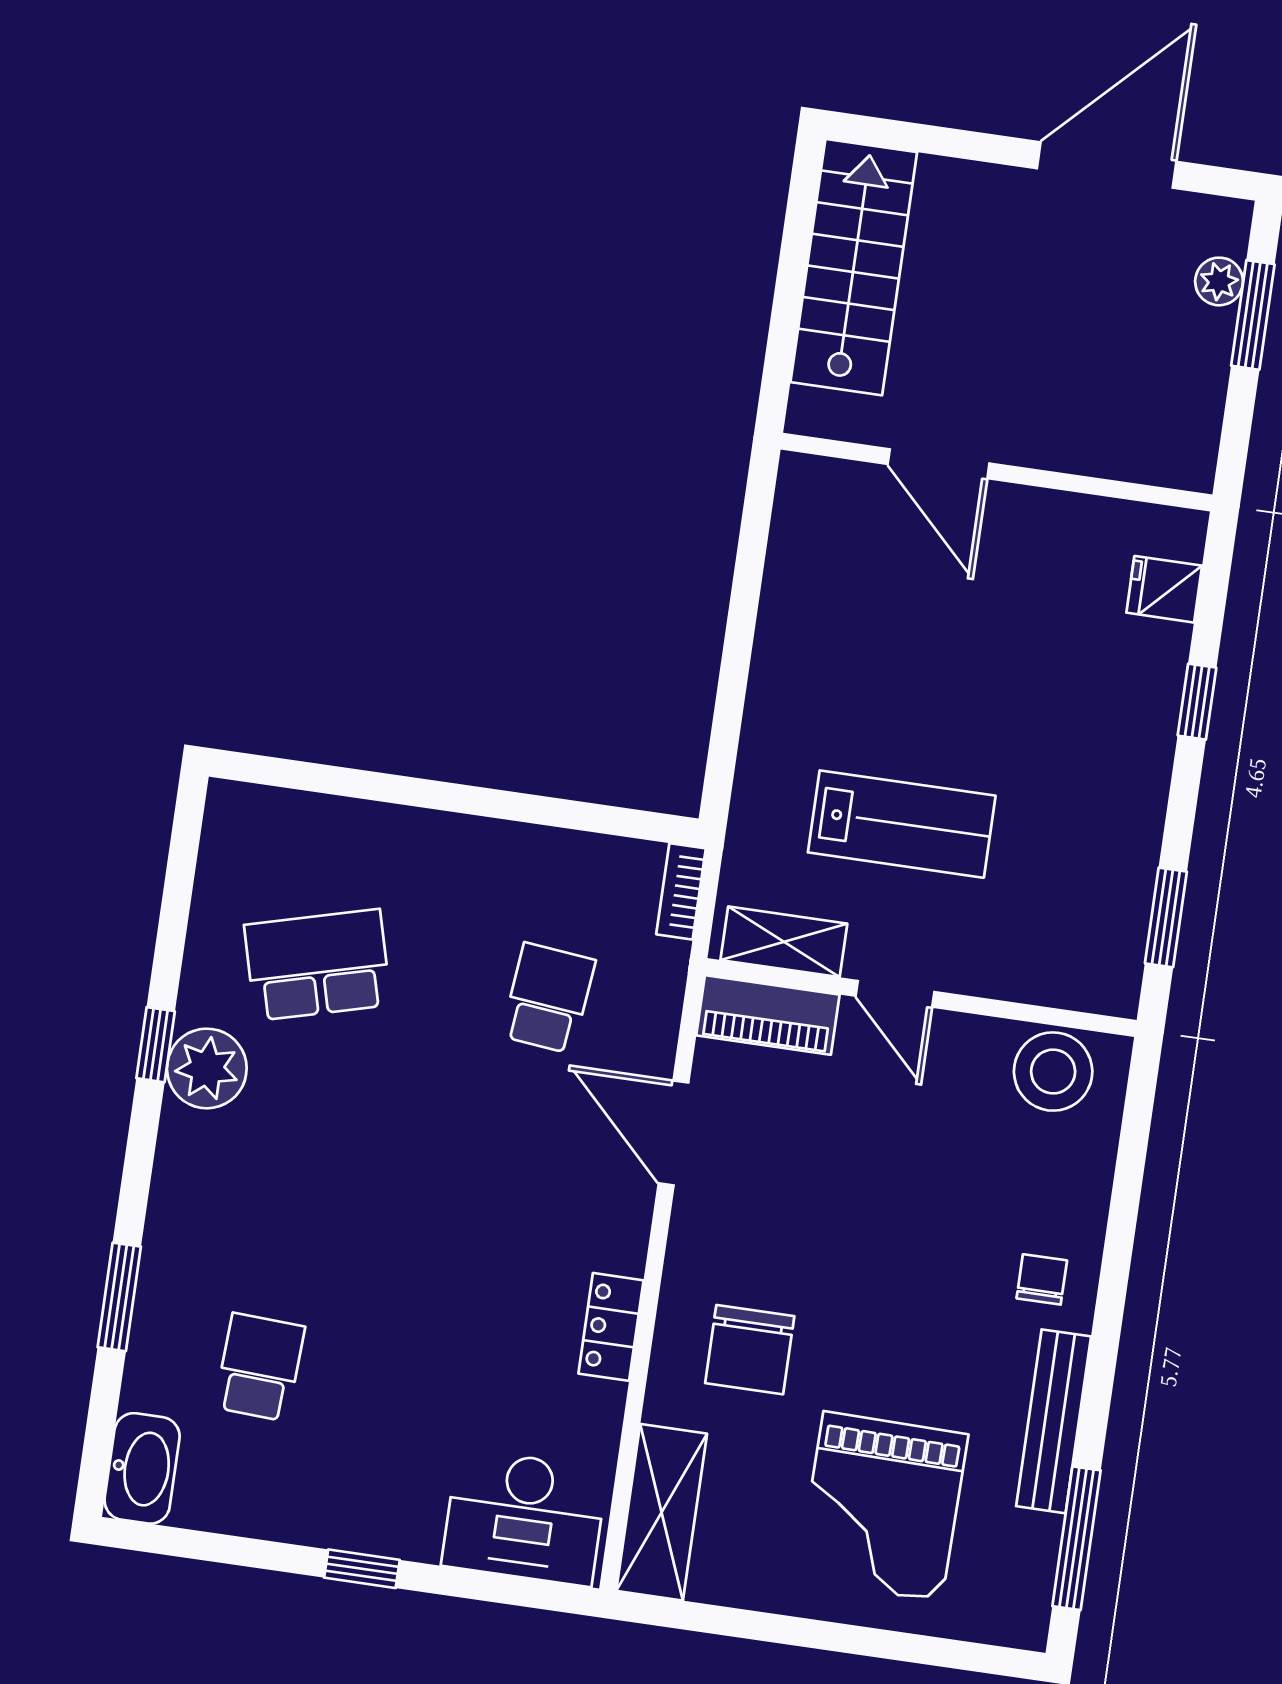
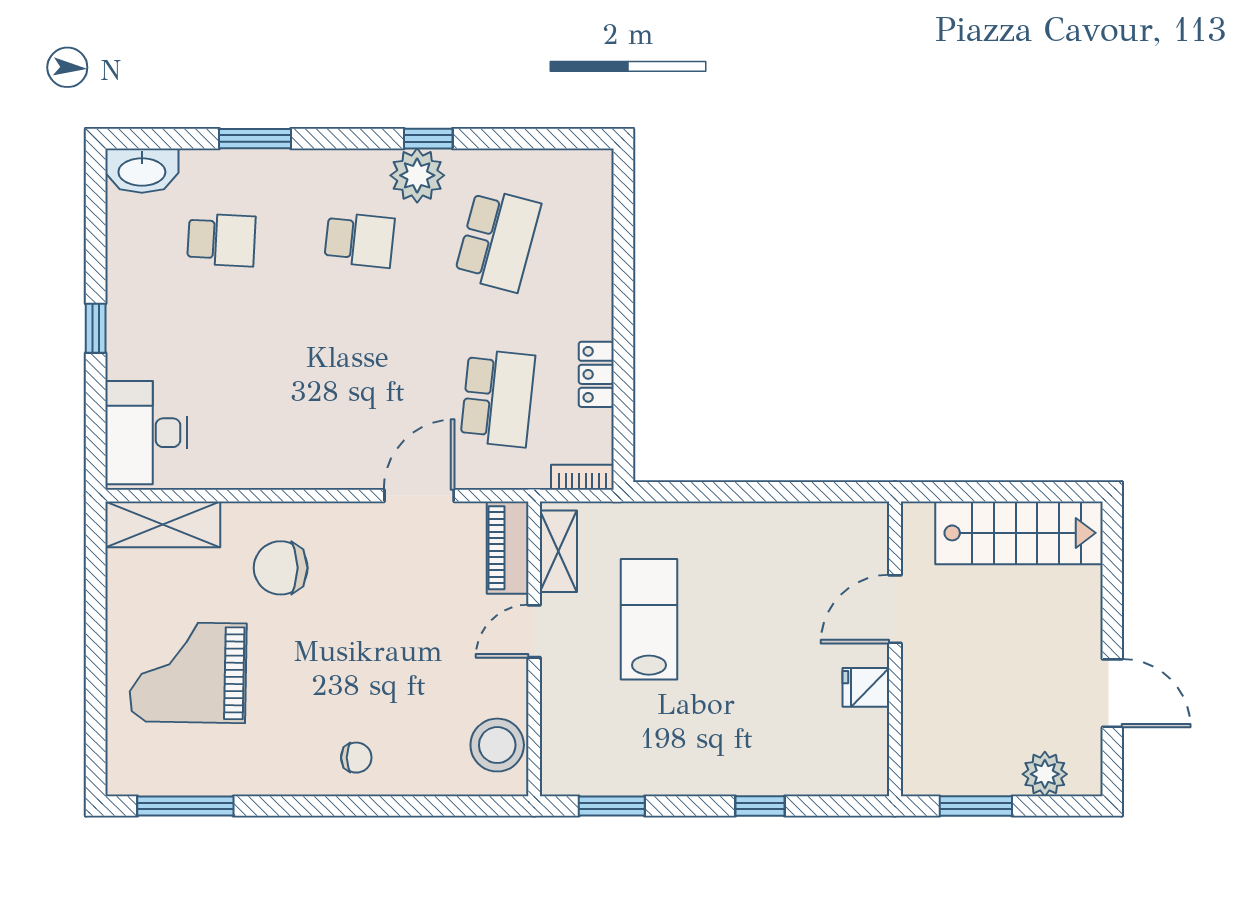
door: (1107, 165) -> (1112, 693), width x0.73
plant: (1219, 281) -> (1045, 774), width x1.38, depth x1.38
window: (1253, 315) -> (976, 806), moved
fridge: (1164, 589) -> (866, 687), moved, turned -90
lab bench: (902, 824) -> (649, 619), turned 180
school desk: (318, 965) -> (498, 240), turned 30
school desk: (548, 998) -> (498, 398), width x1.85
school desk: (289, 1166) -> (360, 240), added
locker: (611, 1327) -> (596, 374), moved, turned -90
bench: (1054, 1421) -> (262, 779), removed

